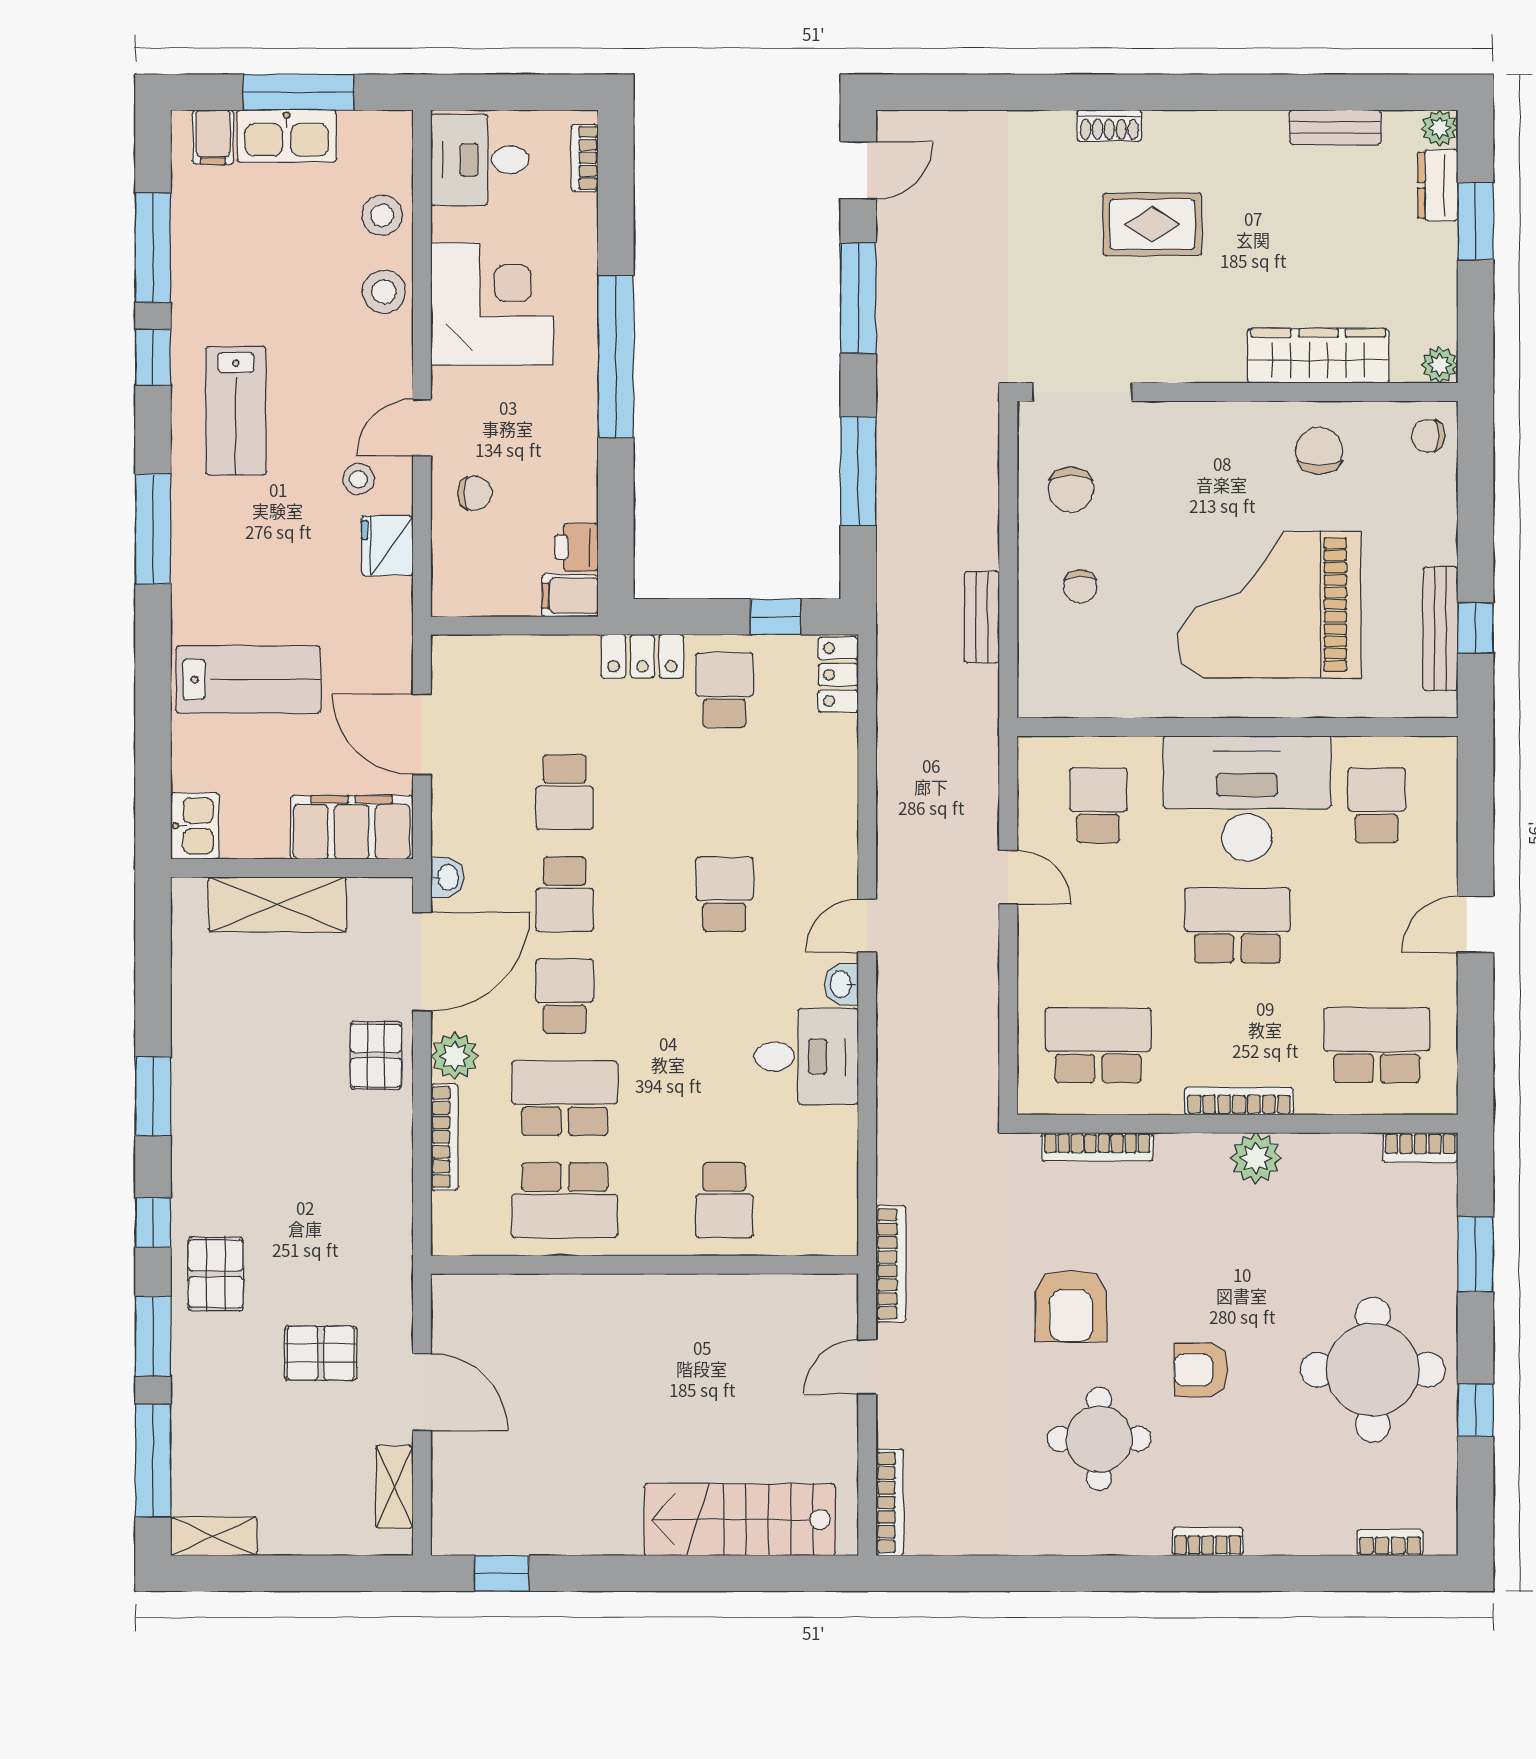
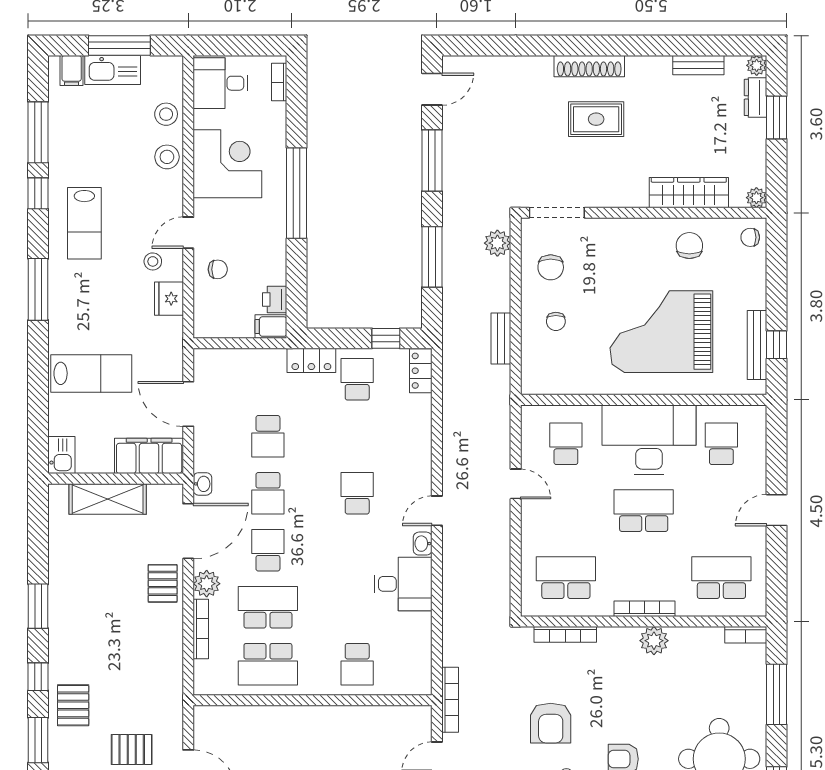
shoe rack: (1109, 126) -> (589, 66), width x1.94, depth x1.24
plant: (976, 446) -> (497, 243), added
window: (1475, 1254) -> (777, 694), width x1.44

